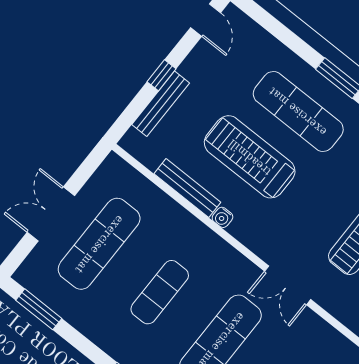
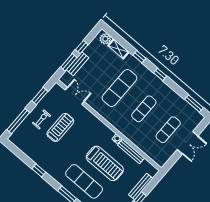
exercise mat: (99, 244) -> (168, 130), width x0.73, depth x0.69
double door: (288, 285) -> (75, 96), moved

